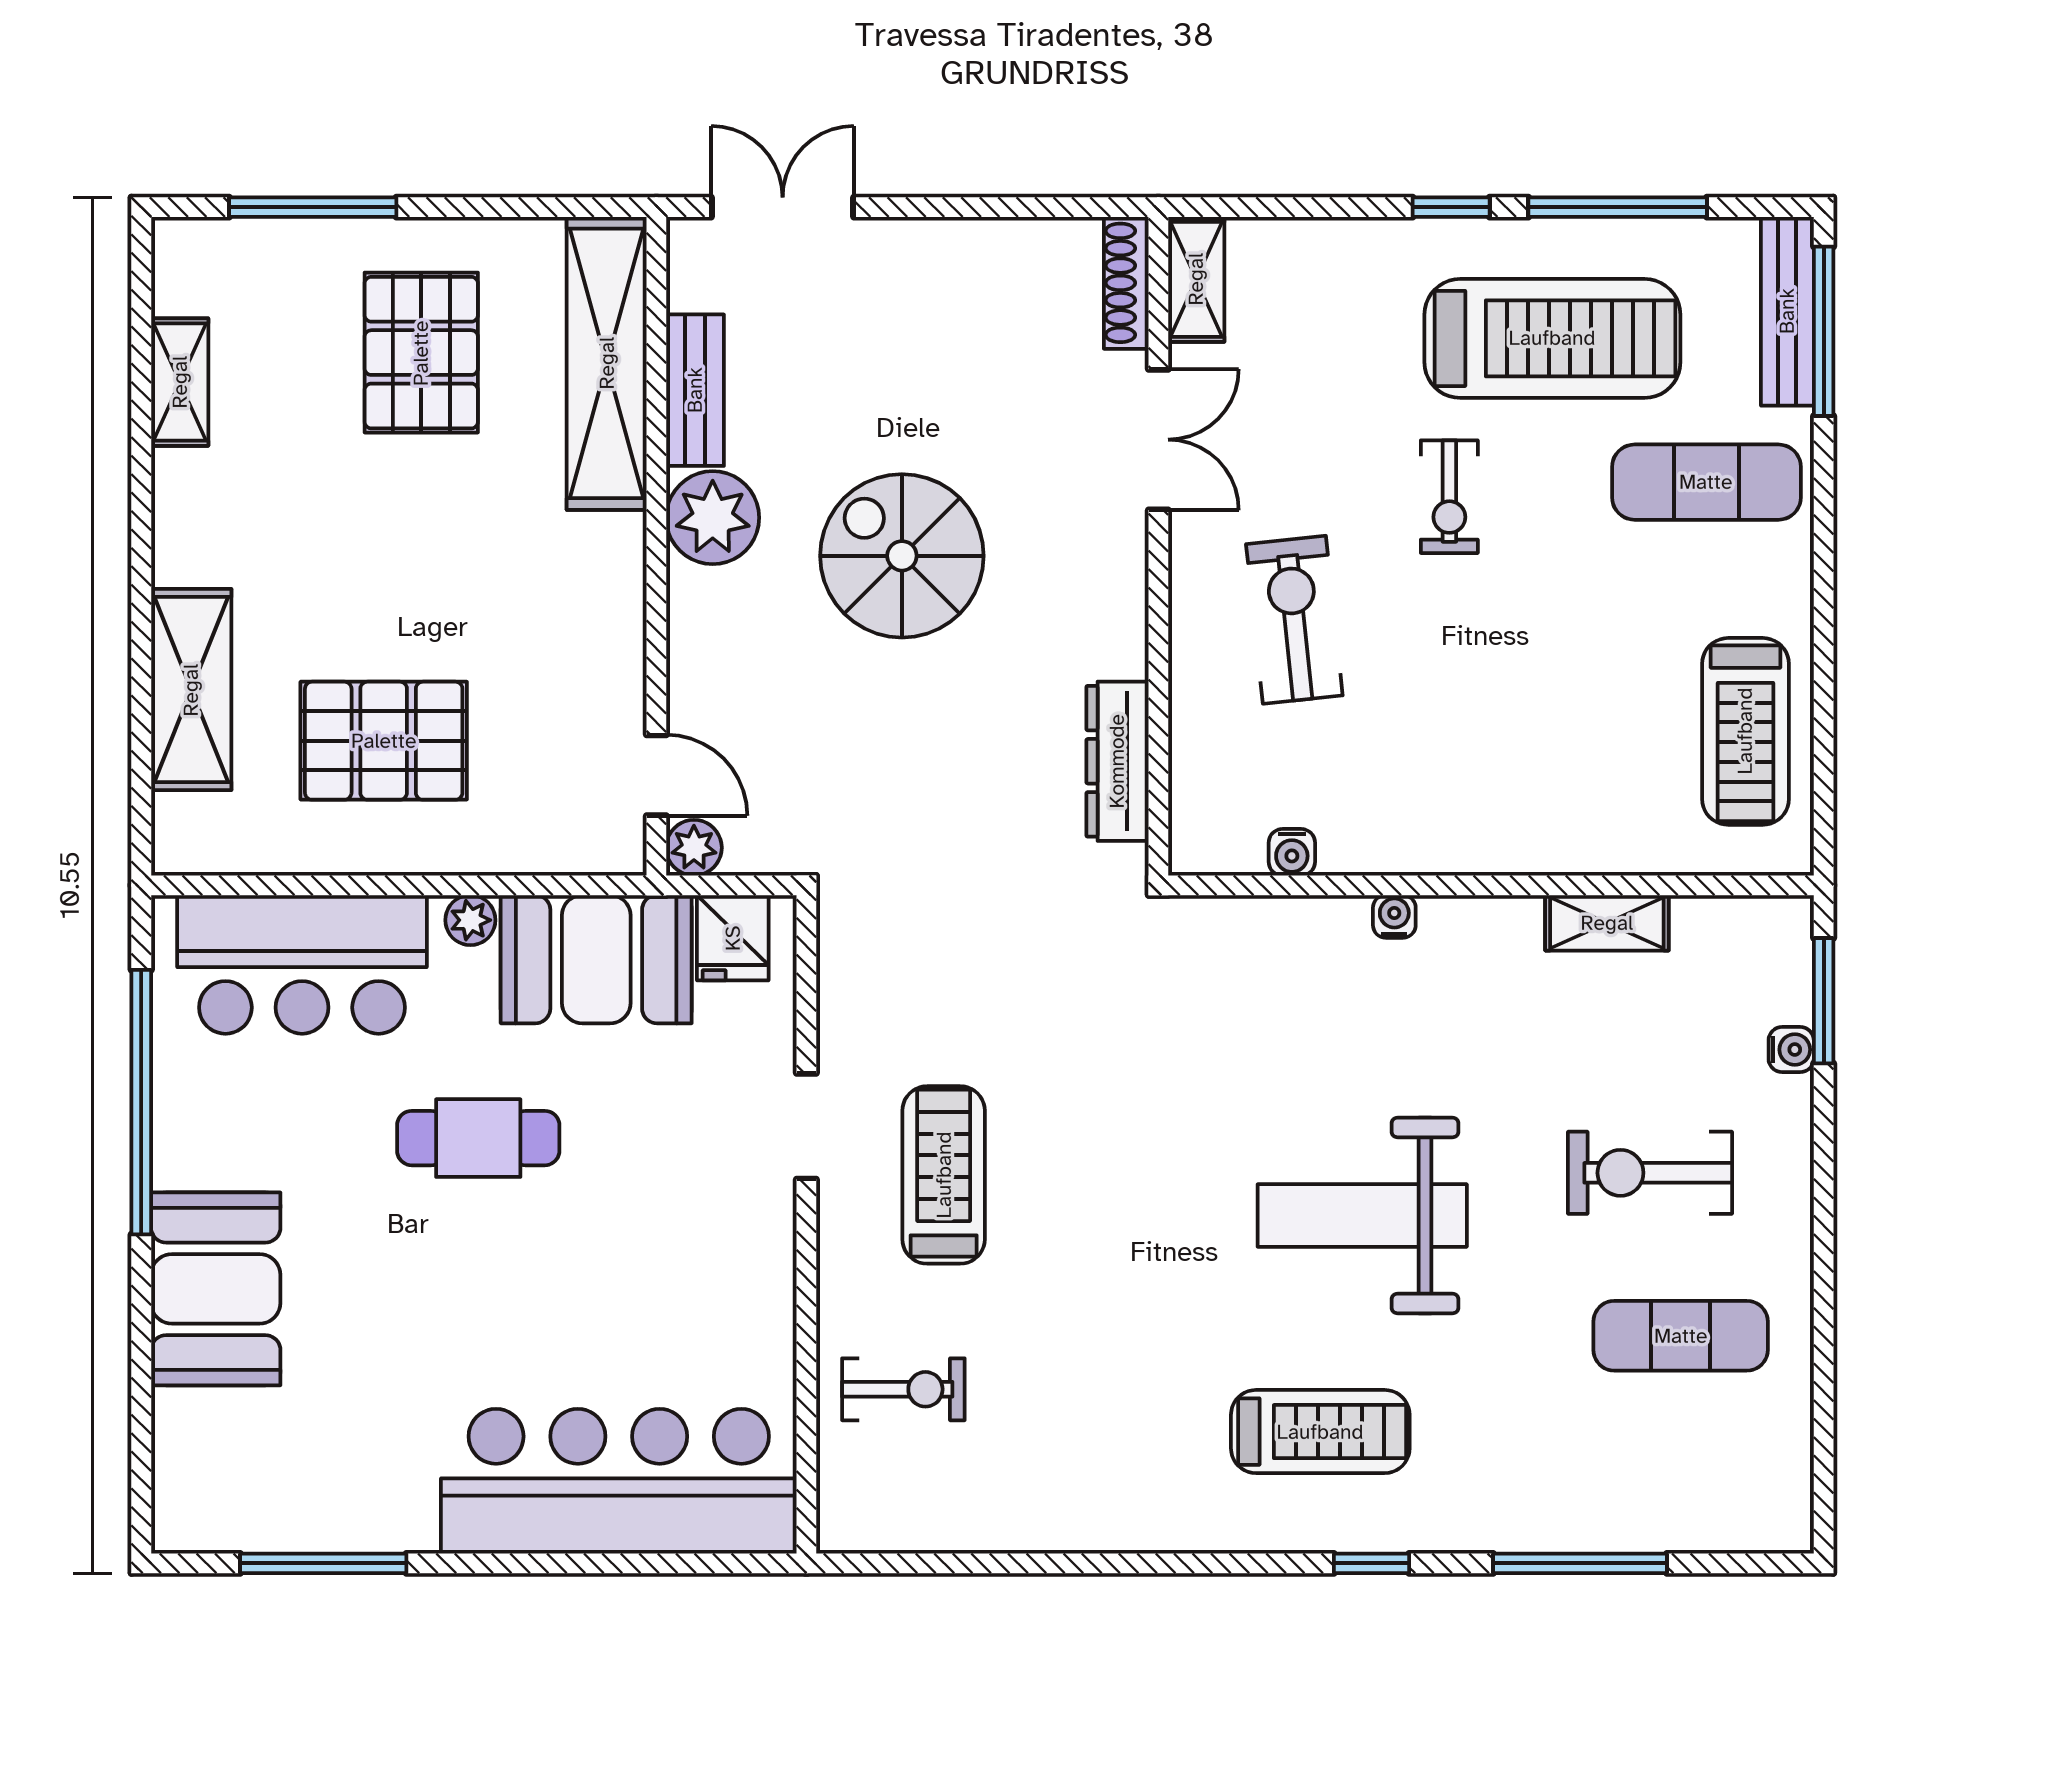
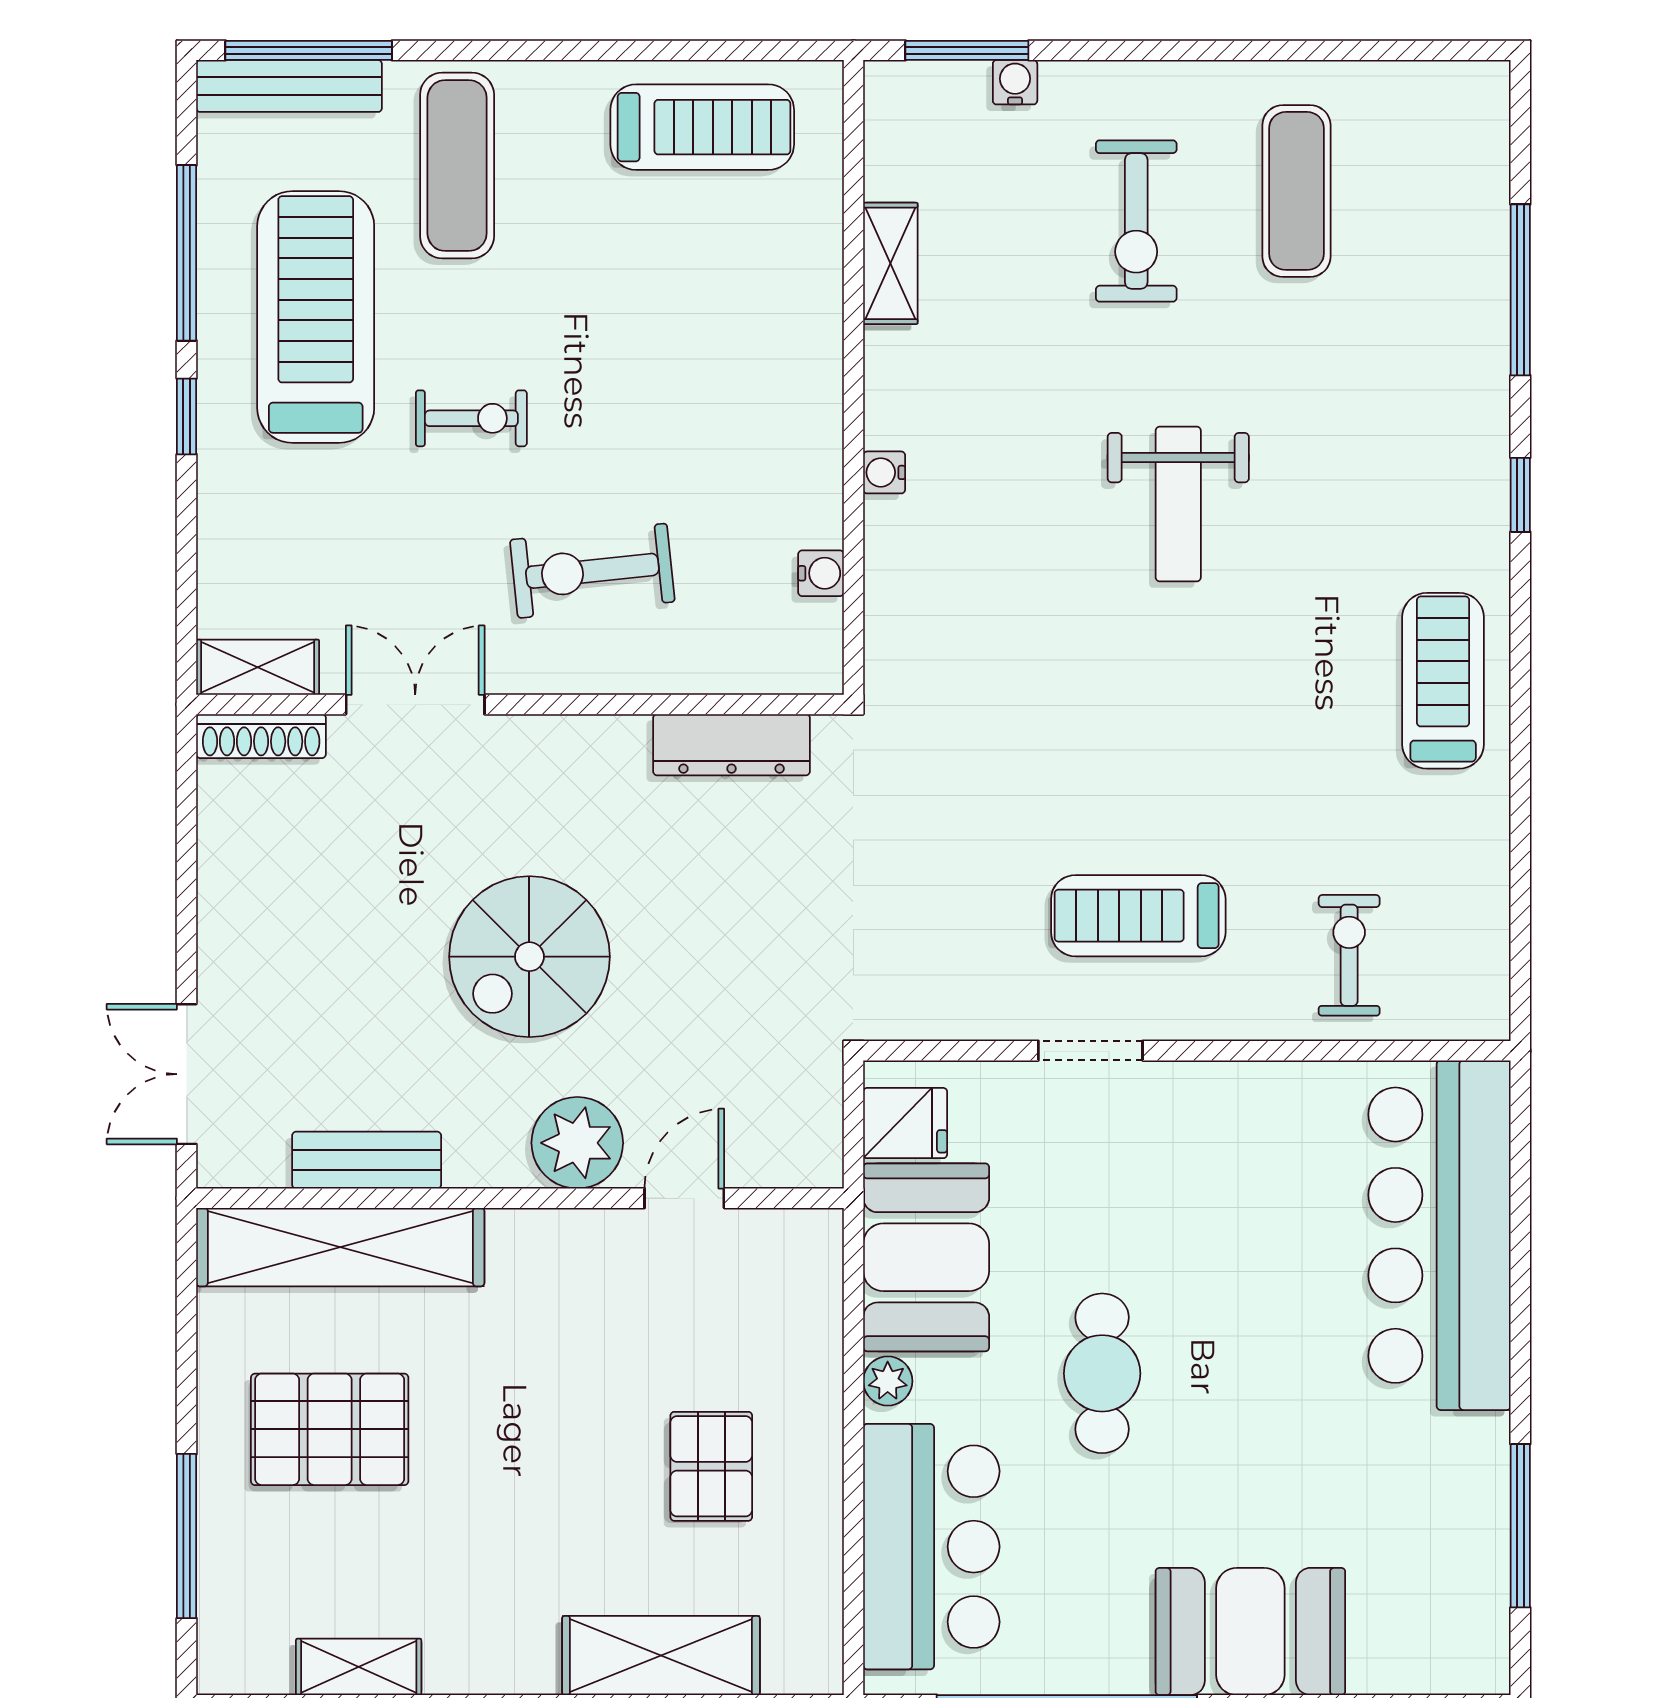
plant: (713, 518) -> (577, 1143), moved
pallet: (384, 741) -> (711, 1466), width x0.67, depth x0.71
door: (656, 775) -> (684, 1198), moved
plant: (694, 848) -> (817, 1161), removed
weight bench: (1362, 1215) -> (1178, 504), width x0.73, depth x0.75
treadmill: (1320, 1432) -> (1443, 681), moved

